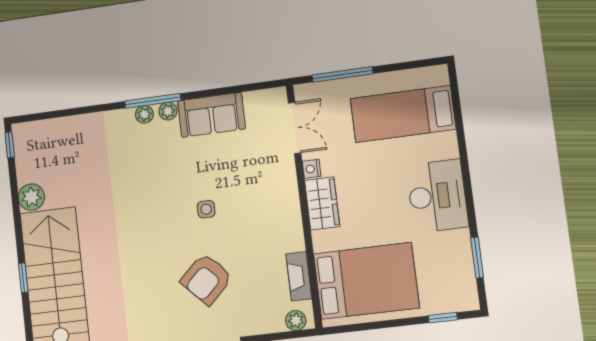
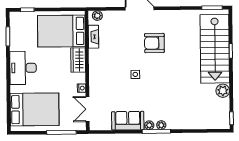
bed: (403, 114) -> (35, 109), width x1.50
wardrobe: (322, 203) -> (78, 60), moved
armchair: (206, 279) -> (154, 43), moved, turned -136

